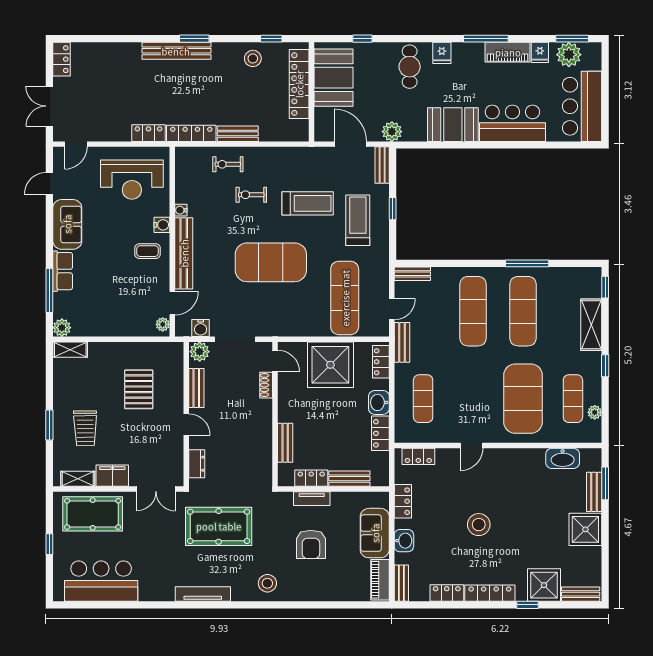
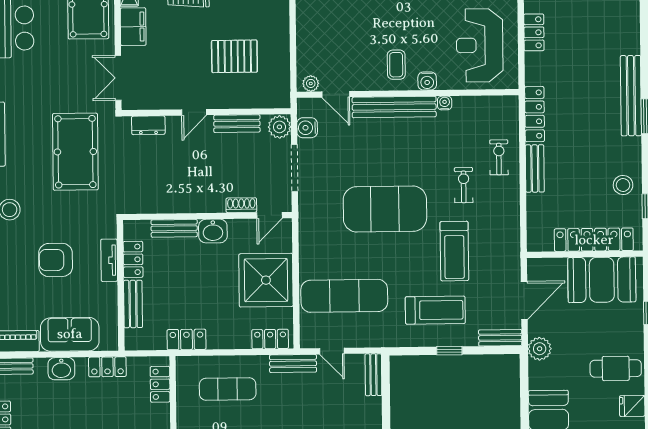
locker: (149, 133) -> (534, 32), moved
exercise mat: (271, 262) -> (385, 209), turned 90
washbasin: (379, 402) -> (213, 231), moved, turned 180

